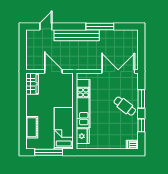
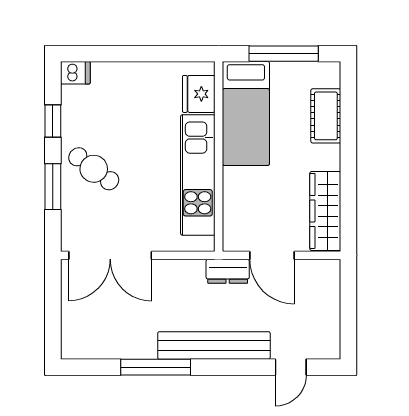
dresser: (71, 65) -> (228, 271), added
wardrobe: (32, 84) -> (325, 211), width x1.50

